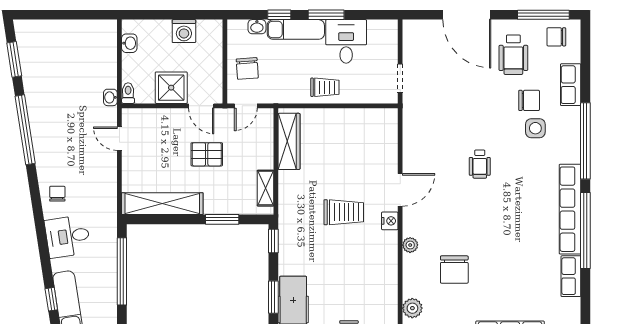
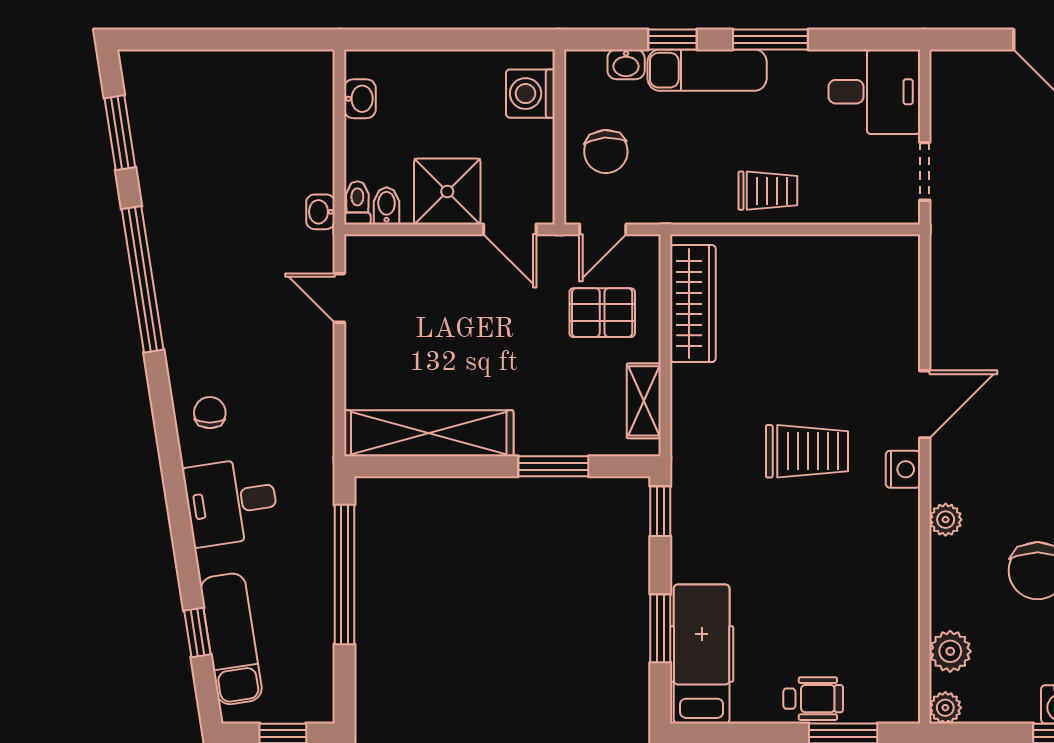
washing machine: (184, 31) -> (530, 94), moved, turned 90
desk: (346, 41) -> (874, 92), moved, turned 90
bidet: (142, 95) -> (387, 206), added
pallet: (207, 154) -> (602, 313), moved

